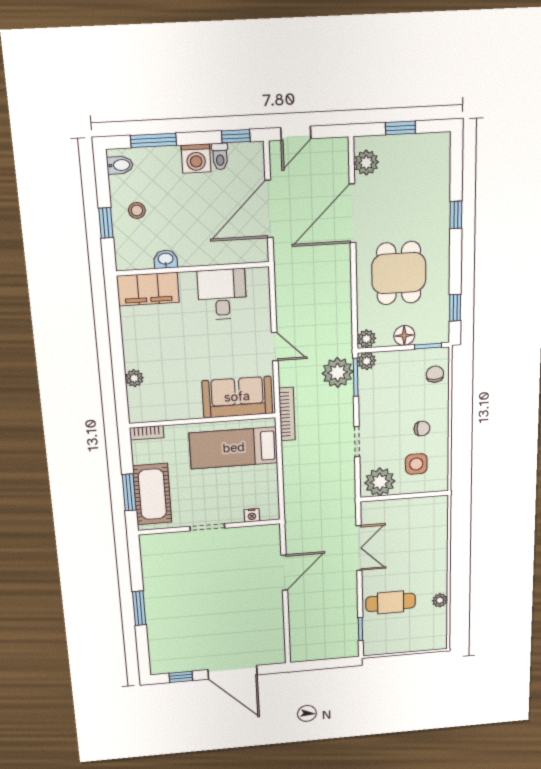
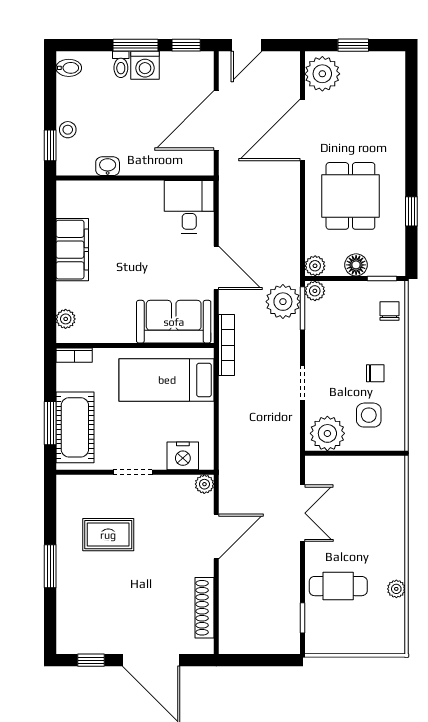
window: (153, 140) -> (136, 45), moved
toilet: (220, 156) -> (121, 64), moved
plant: (366, 163) -> (322, 74), width x1.36, depth x1.36
stool: (137, 210) -> (68, 130), moved
window: (456, 215) -> (411, 138), removed
window: (106, 223) -> (50, 145), moved
filing cabinet: (148, 289) -> (72, 250), moved, turned -90
desk: (222, 294) -> (189, 207), moved
window: (455, 308) -> (411, 211), moved
door: (275, 347) -> (216, 268), width x1.37
plant: (134, 378) -> (66, 319), moved
nightstand: (252, 515) -> (183, 456), width x1.89, depth x1.79
plant: (272, 532) -> (204, 484), added
rug: (189, 579) -> (108, 535), added
shoe rack: (276, 629) -> (205, 608), added

